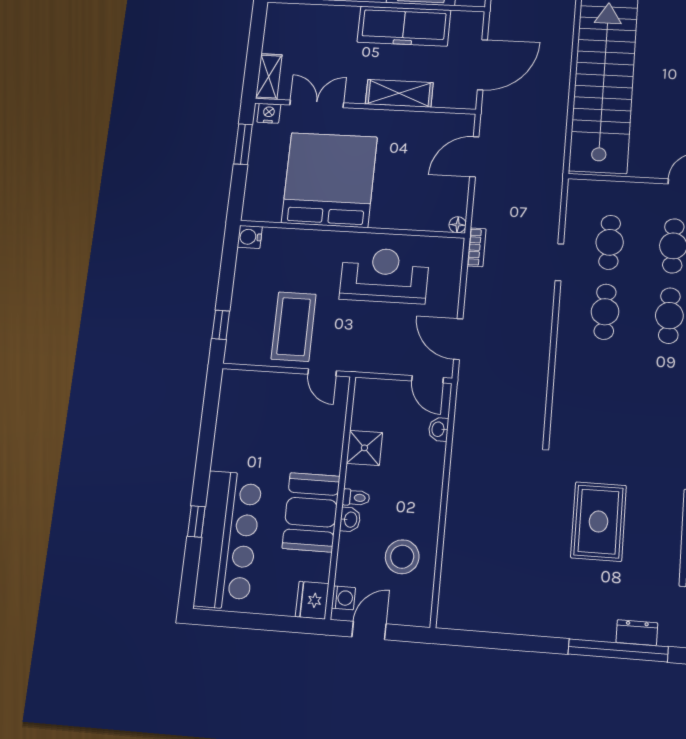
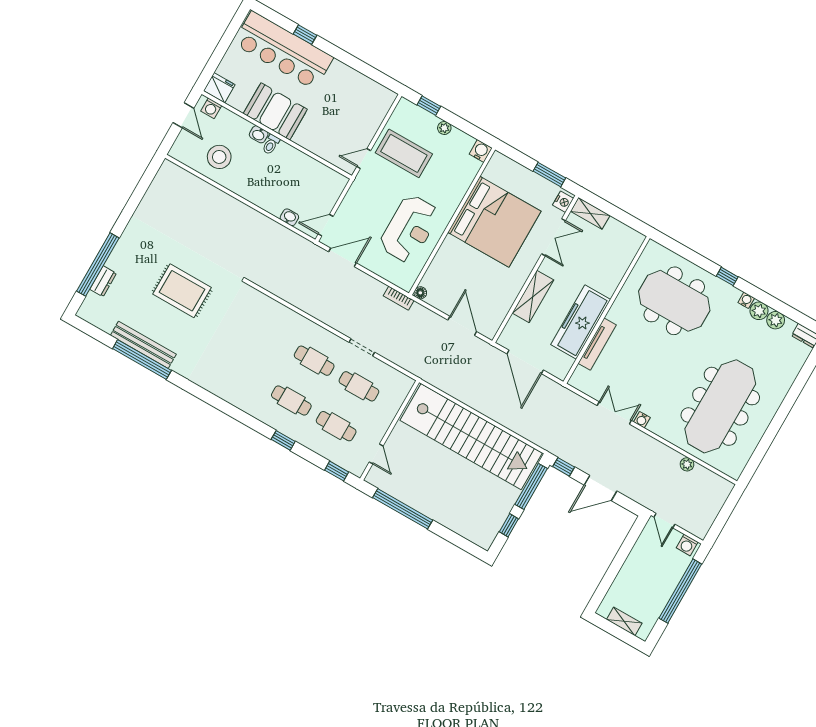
plant: (240, 293) -> (444, 128), added
shower: (364, 448) -> (300, 164), removed

